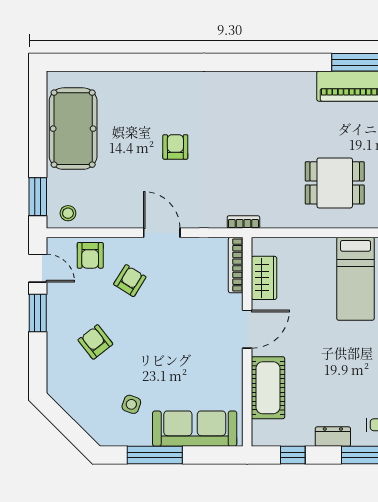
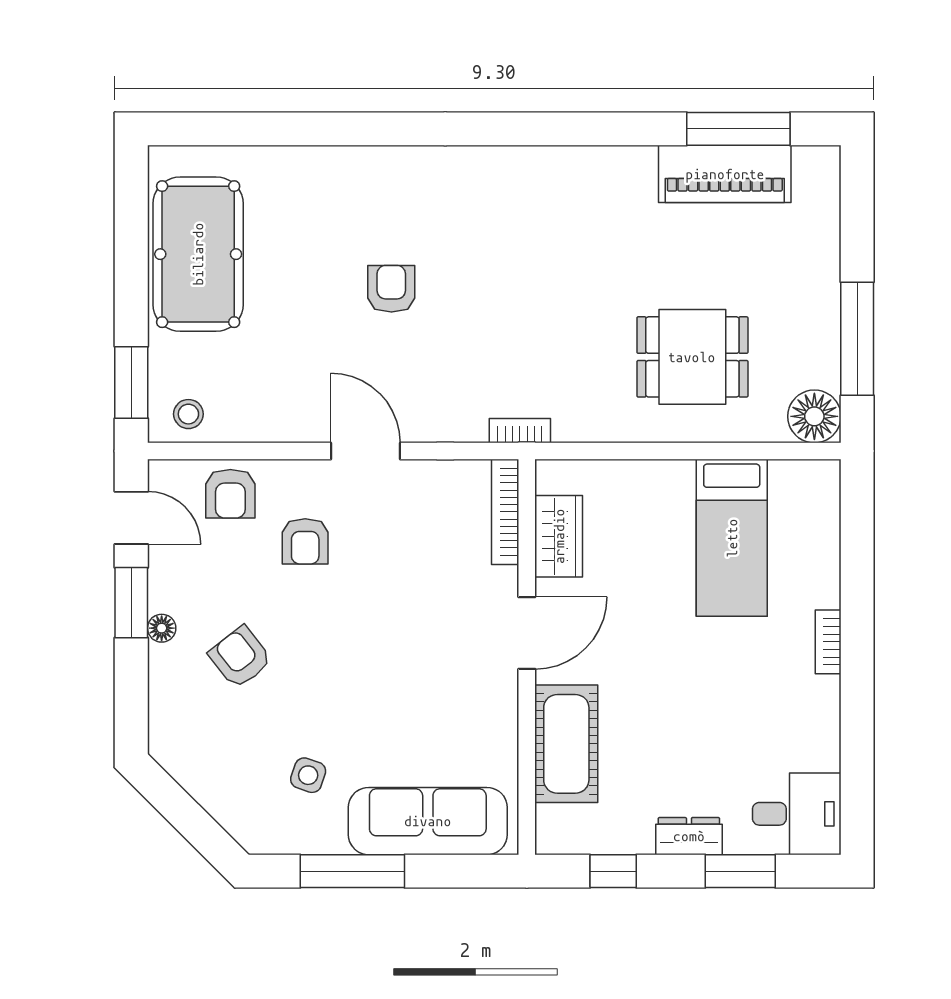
armchair: (130, 281) -> (305, 541), turned 148
floor lamp: (54, 327) -> (162, 628), added

